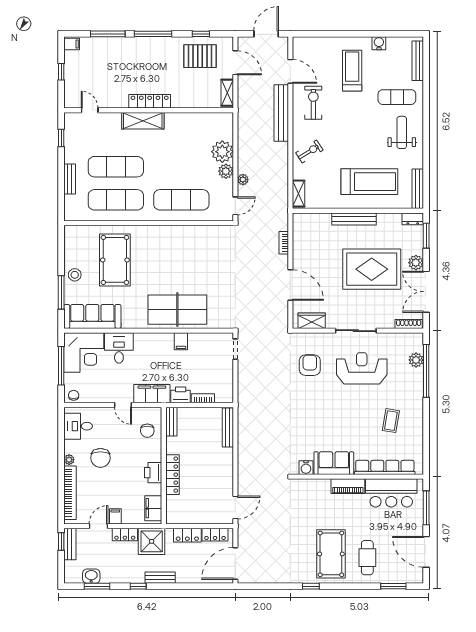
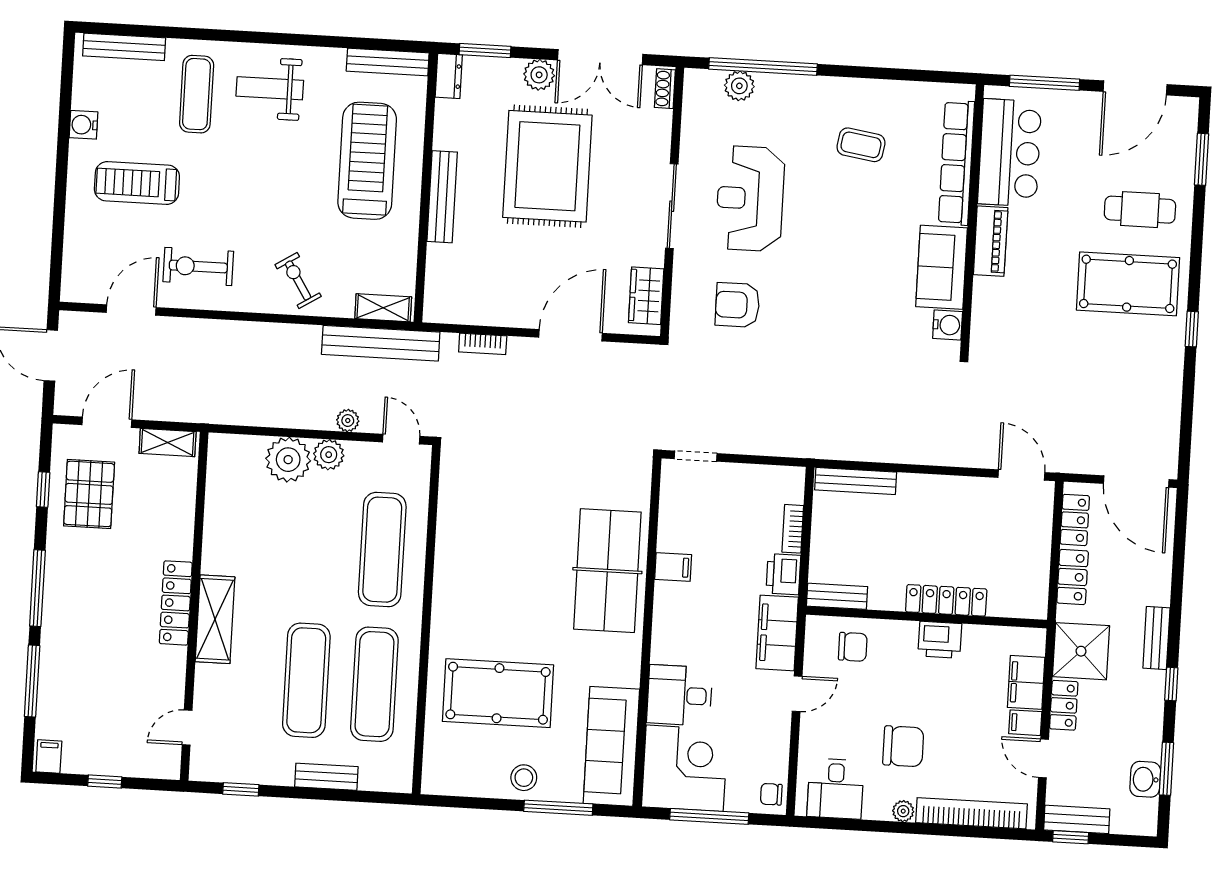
bench: (281, 113) -> (381, 343), moved
shoe rack: (409, 324) -> (665, 89), width x0.70
filing cabinet: (153, 508) -> (1026, 682), moved, turned 90

